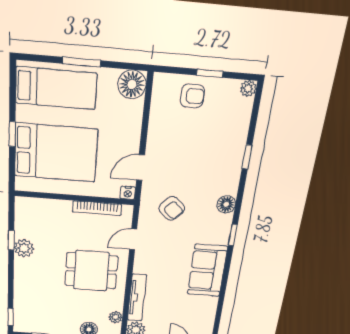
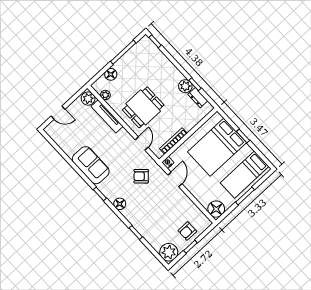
plant: (248, 88) -> (169, 252), width x1.87, depth x1.87
dresser: (22, 225) -> (198, 98), added

